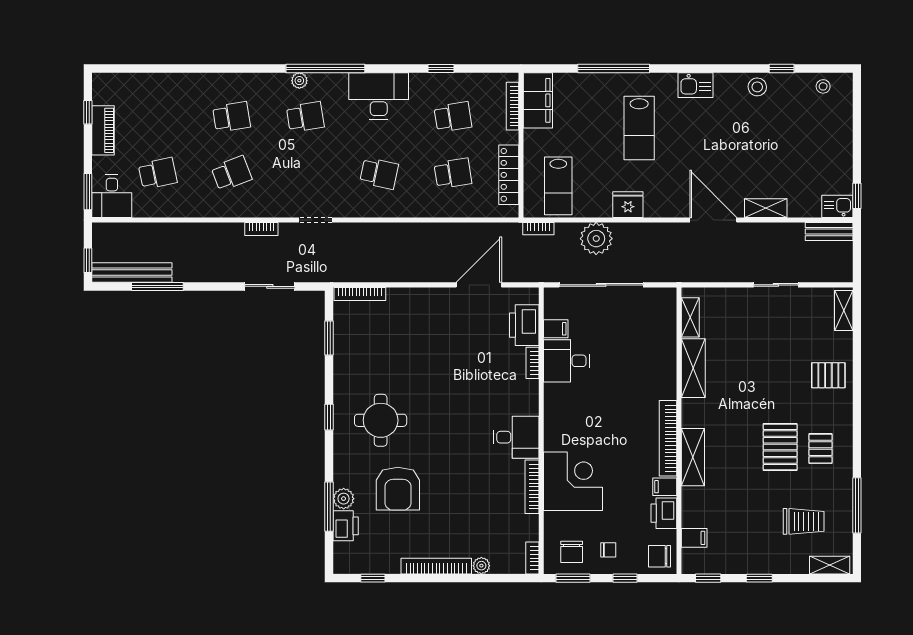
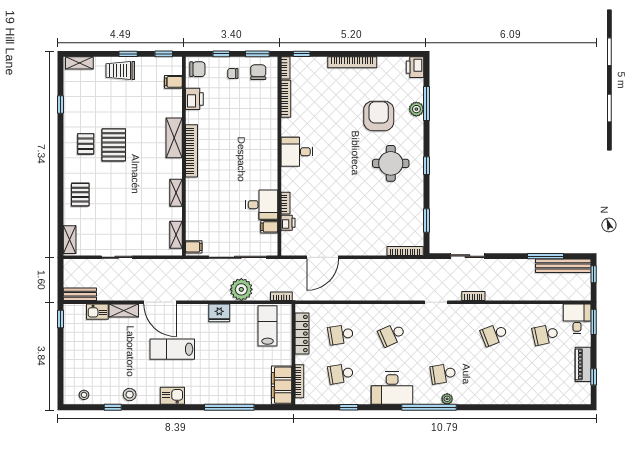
school desk: (231, 117) -> (494, 374), removed
lab bench: (639, 128) -> (172, 349), moved, turned -90
school desk: (379, 173) -> (392, 335), turned -36
kitchen sink: (837, 206) -> (97, 312), moved
printer: (524, 325) -> (288, 223), width x0.53, depth x0.68
shelving: (693, 368) -> (176, 193), width x0.67, depth x0.75
pallet: (828, 375) -> (80, 195), turned 90
corner desk: (573, 481) -> (257, 121), removed
bookcase: (532, 487) -> (286, 99), moved
filing cabinet: (665, 487) -> (194, 247), moved
window: (857, 505) -> (61, 104), width x0.46
trolley: (804, 521) -> (120, 71), moved
printer: (346, 526) -> (415, 67), moved
plant: (481, 566) -> (321, 63), removed
window: (373, 578) -> (302, 54), moved

